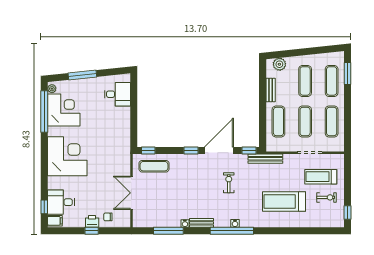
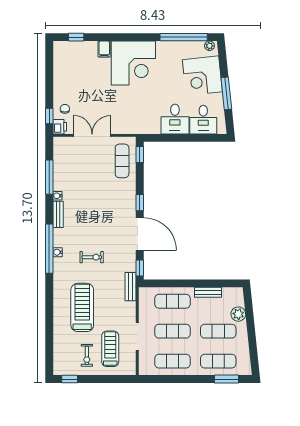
plant: (279, 64) -> (238, 314), moved
window: (82, 75) -> (226, 93), moved
corner desk: (64, 110) -> (202, 76), moved, turned 84
bench: (265, 159) -> (131, 287), width x0.73
exercise bike: (229, 183) -> (92, 257), moved
desk: (61, 202) -> (175, 119), moved, turned 180
filing cabinet: (55, 221) -> (104, 49), moved
printer: (92, 221) -> (60, 127), moved
window: (92, 231) -> (49, 116), moved

